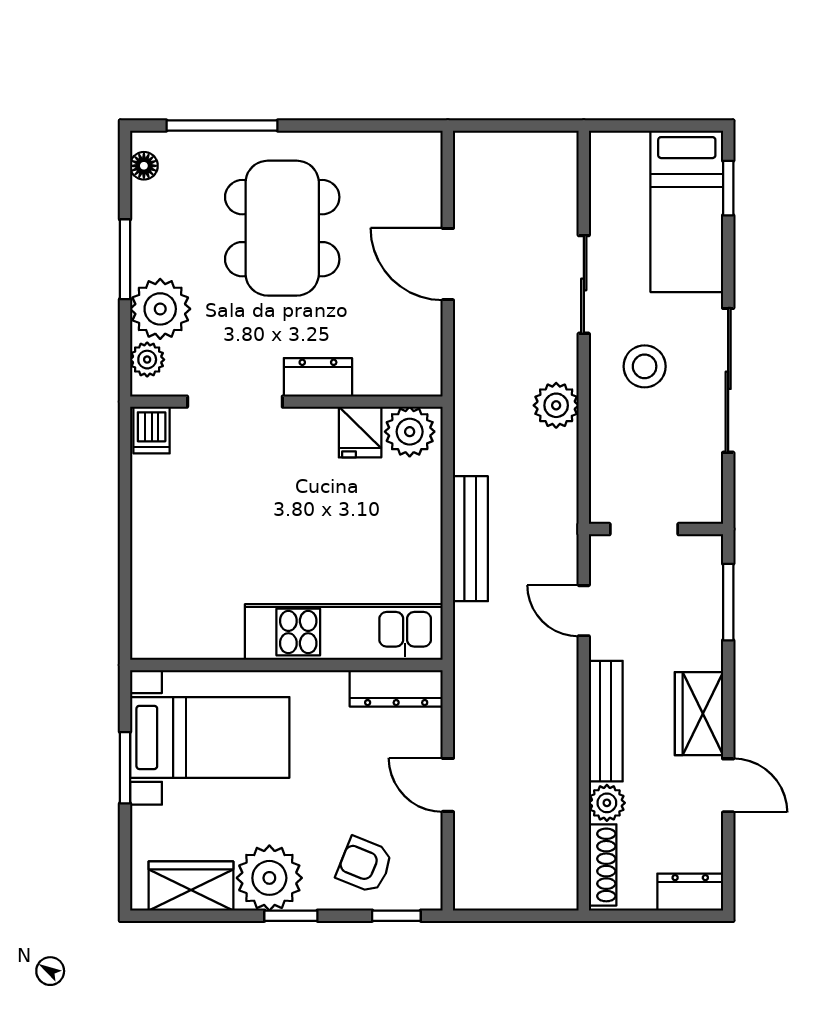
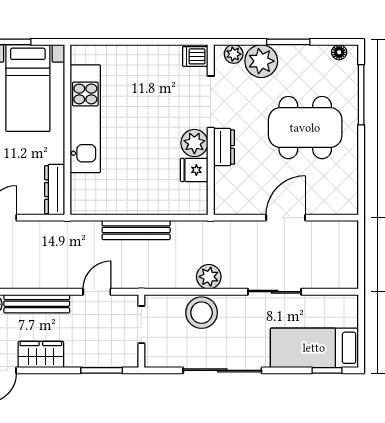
stool: (645, 366) -> (202, 313), moved, width x1.38, depth x1.38
plant: (410, 432) -> (194, 143), moved
kitchen unit: (344, 632) -> (85, 119), moved

